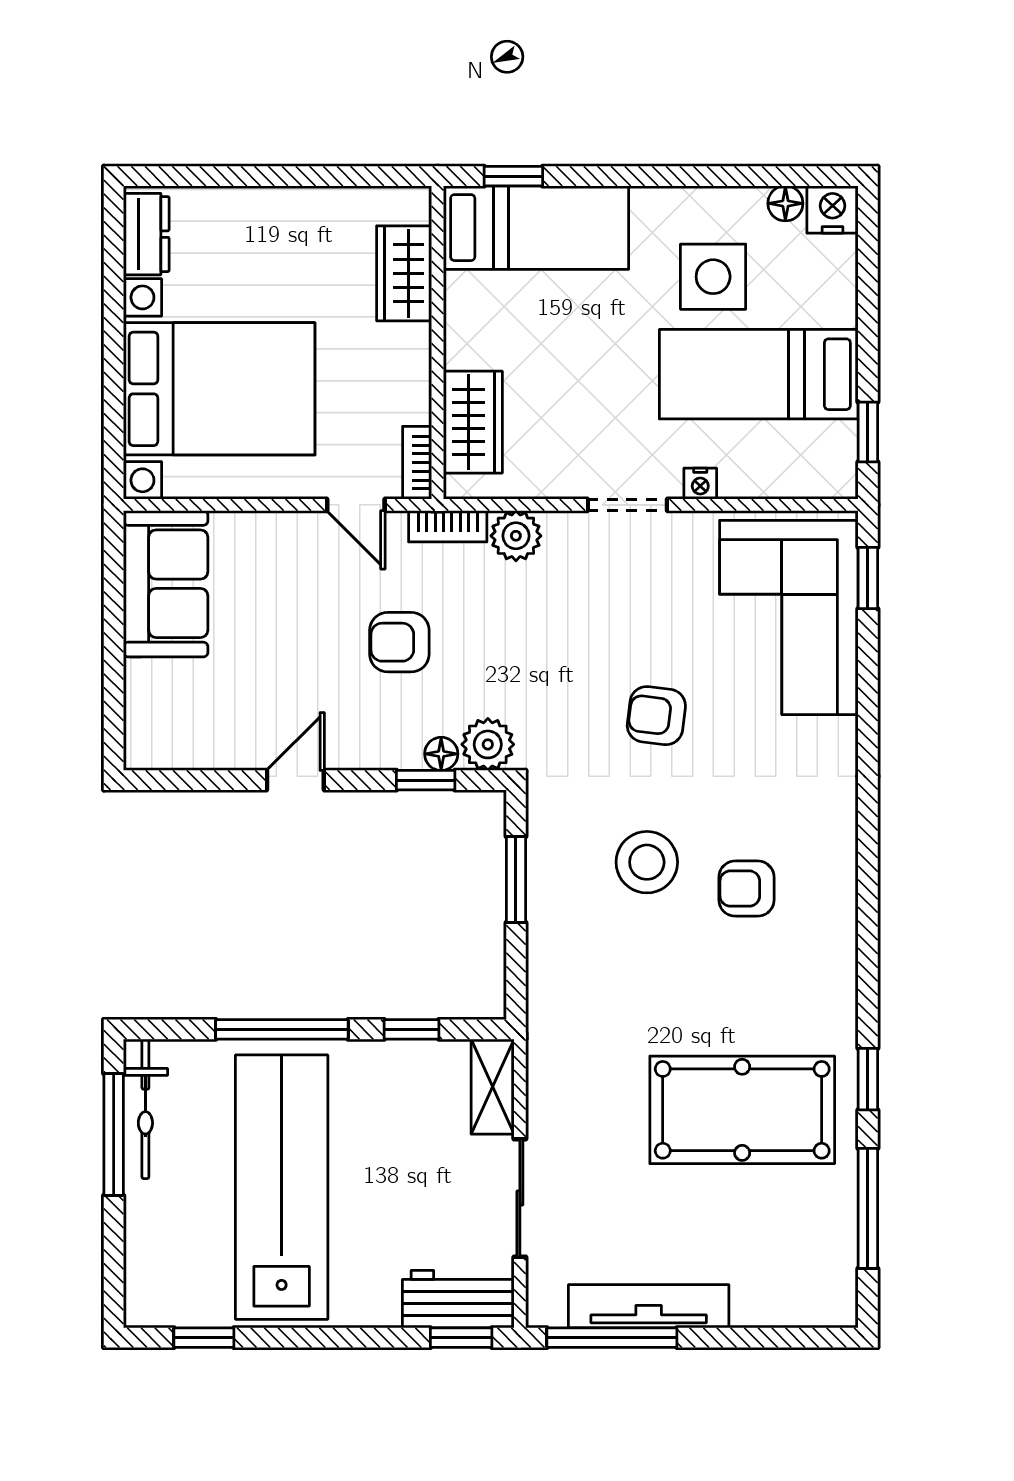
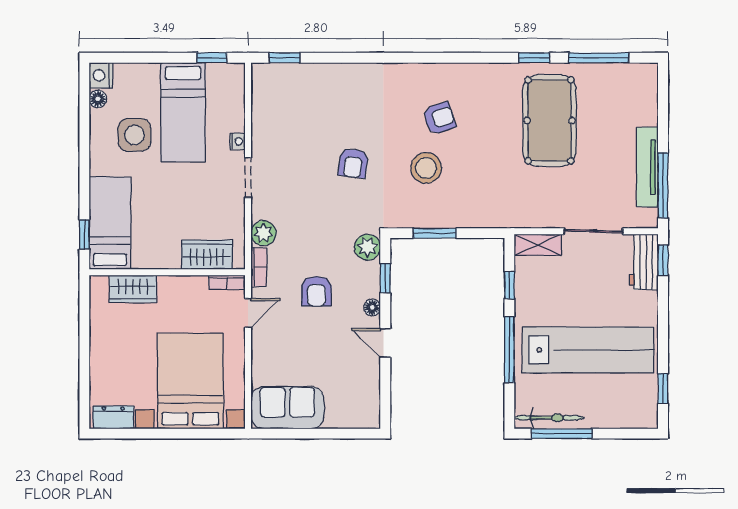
corner sofa: (789, 617) -> (304, 97), removed
floor lamp: (441, 754) -> (372, 307), moved
armchair: (746, 889) -> (439, 118), turned -108
lab bench: (282, 1187) -> (588, 350), turned 180

